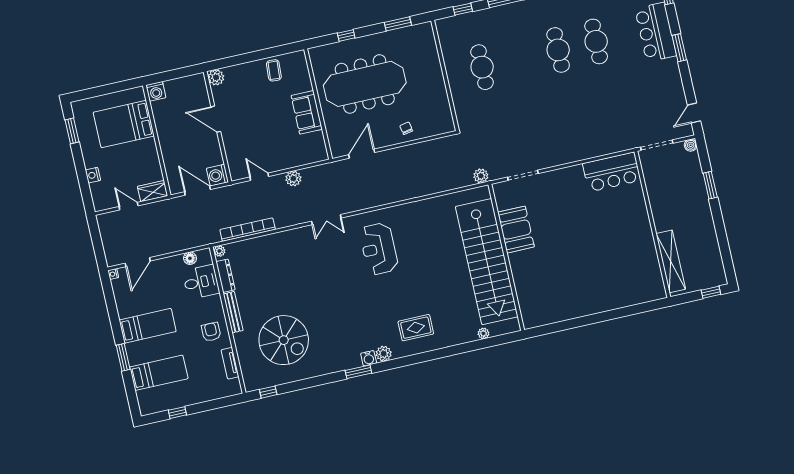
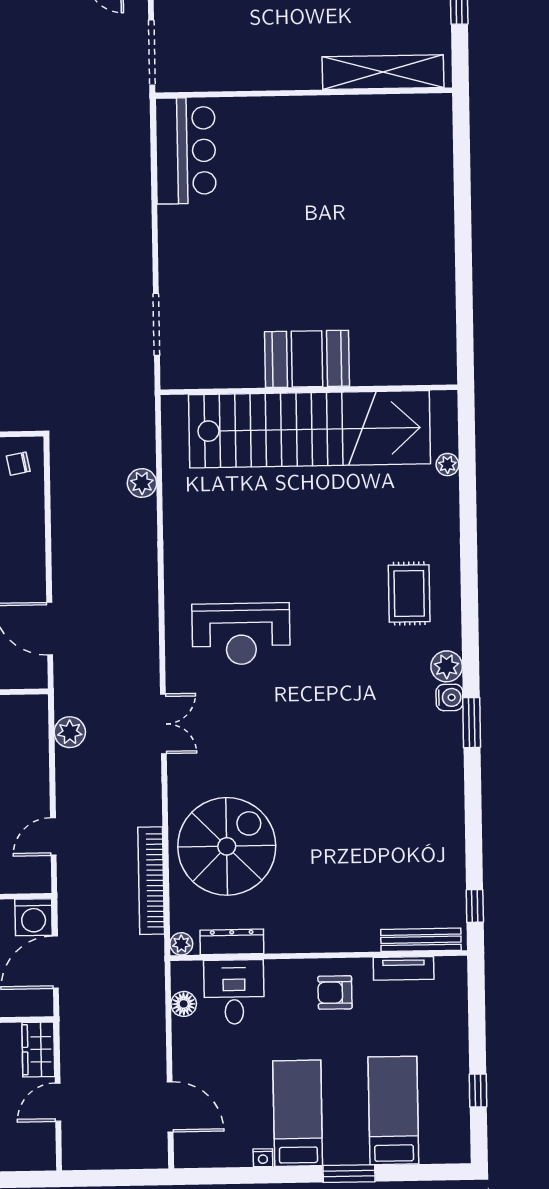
chair: (406, 128) -> (18, 464), moved
plant: (481, 176) -> (142, 483), moved
plant: (293, 179) -> (70, 732), moved
booth: (516, 230) -> (307, 359), moved
nightstand: (113, 274) -> (263, 1158), moved
bench: (233, 312) -> (421, 940), moved
spiral stairs: (284, 340) -> (227, 846), moved

